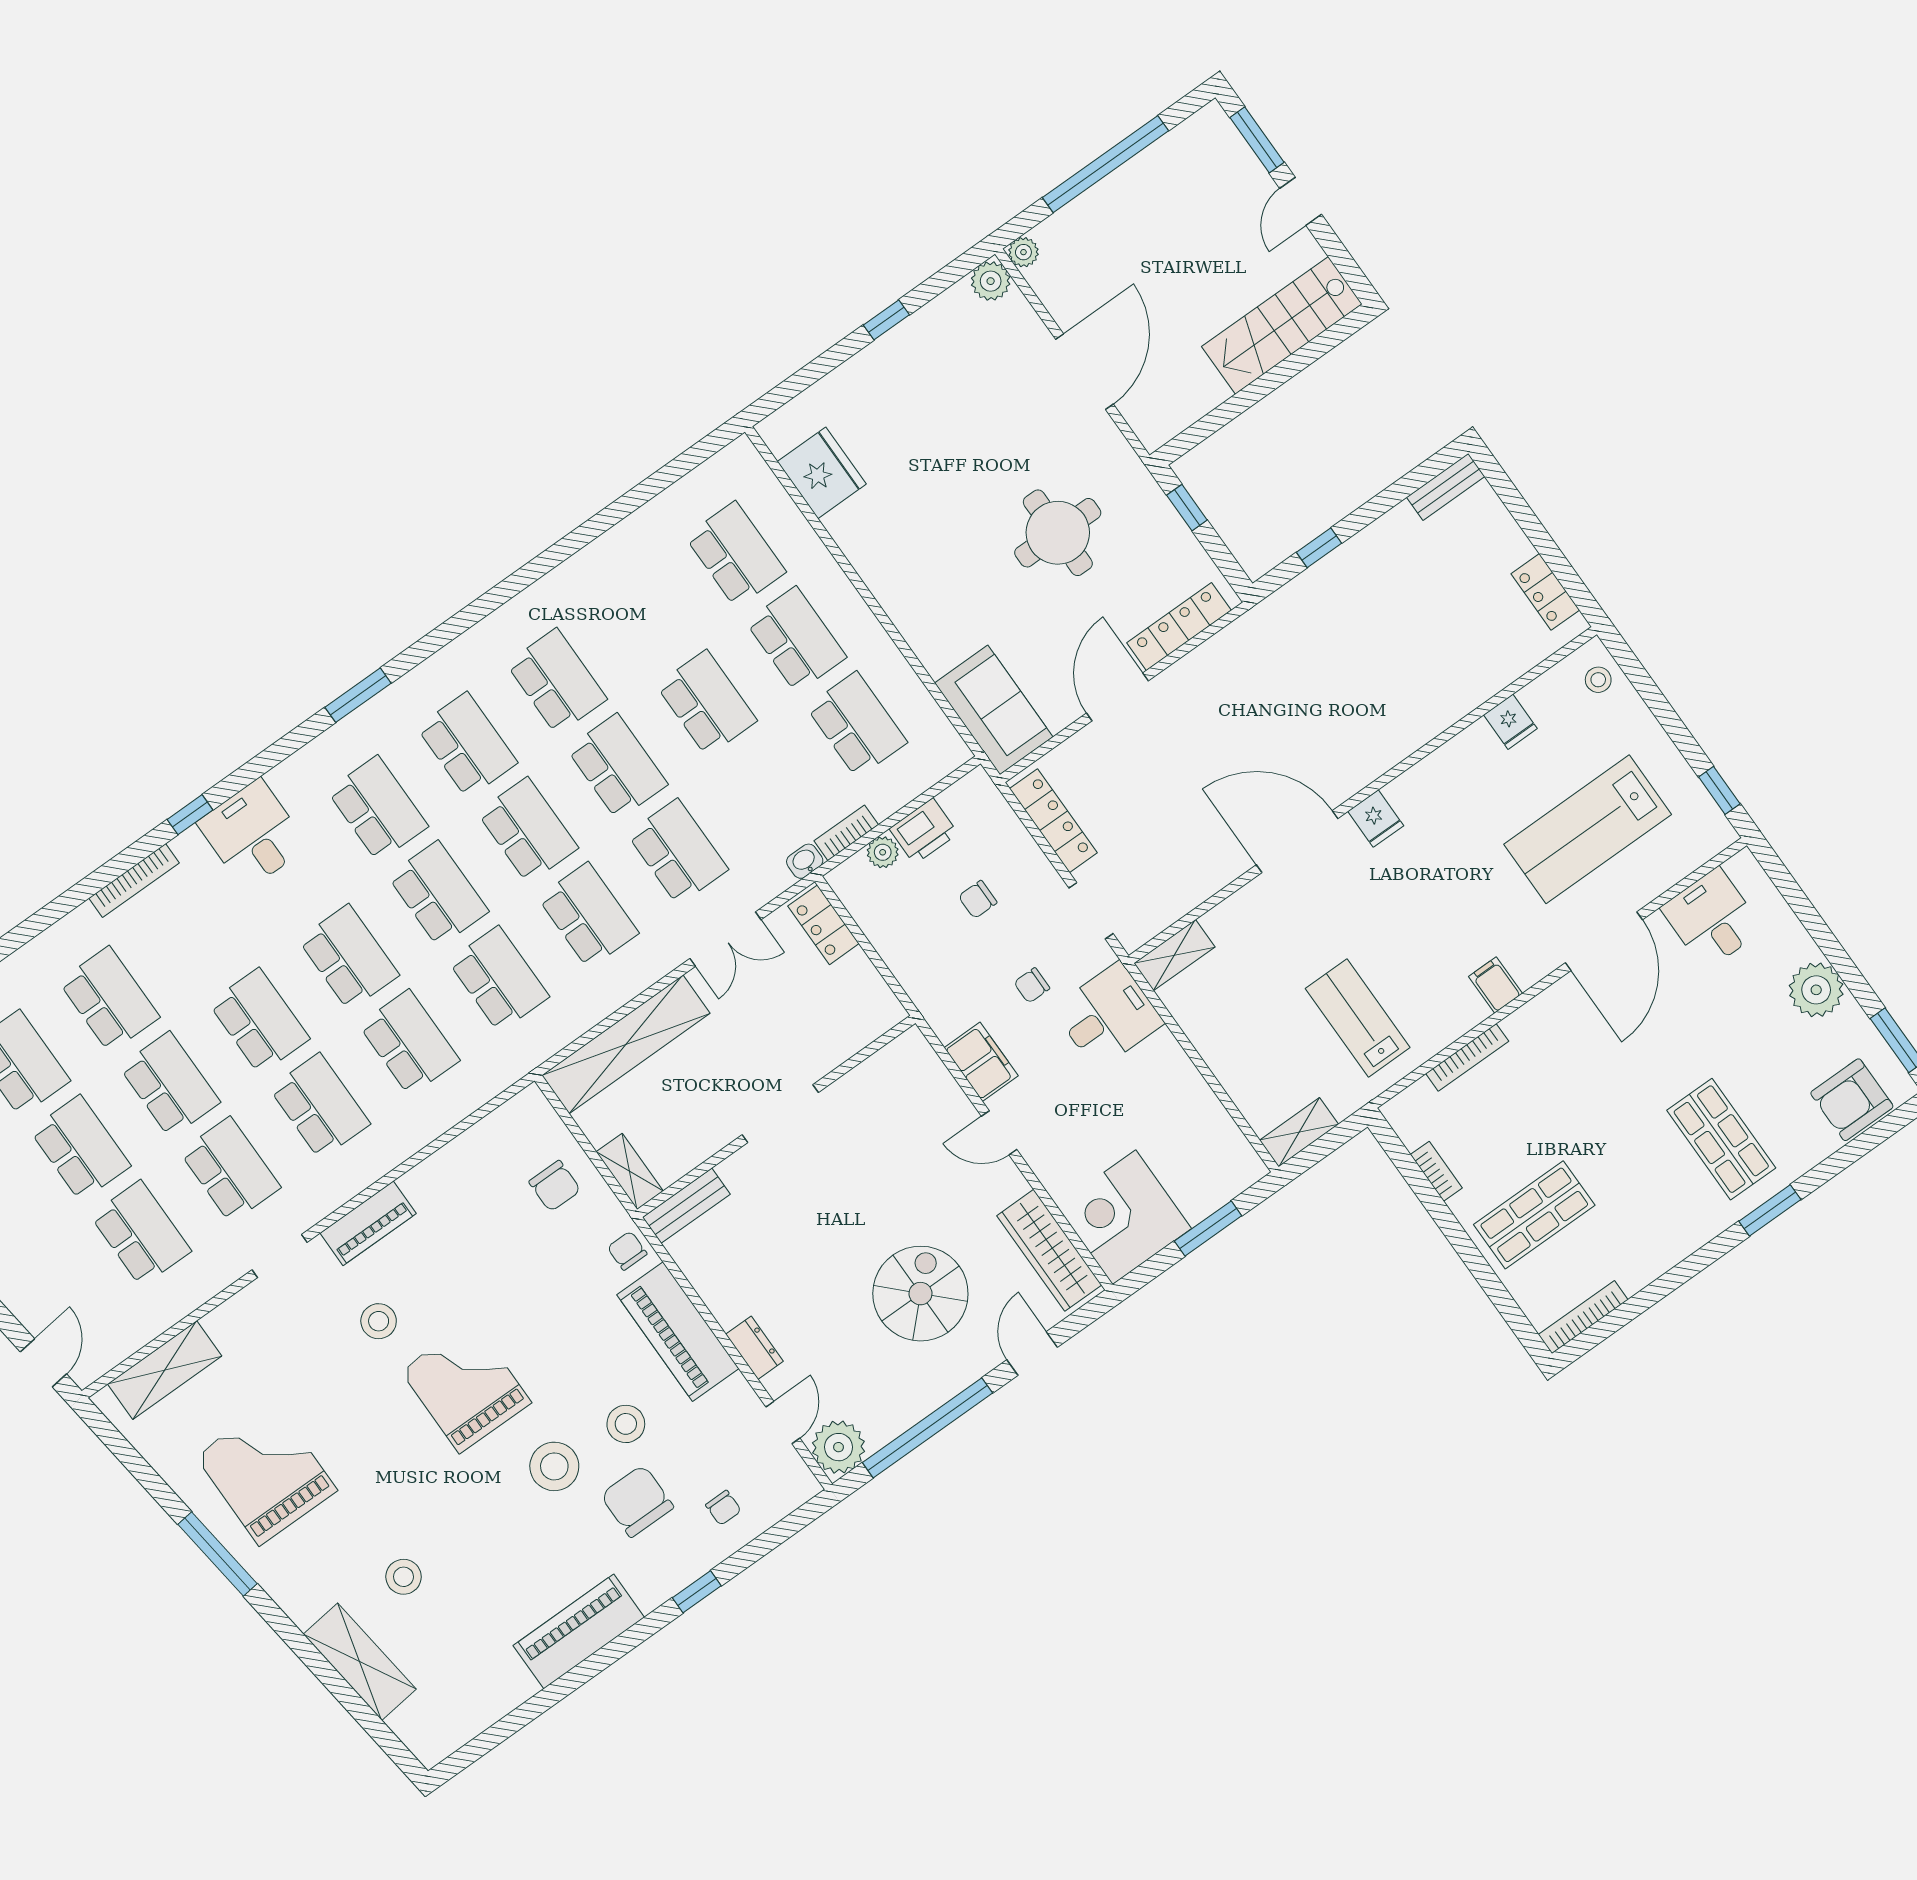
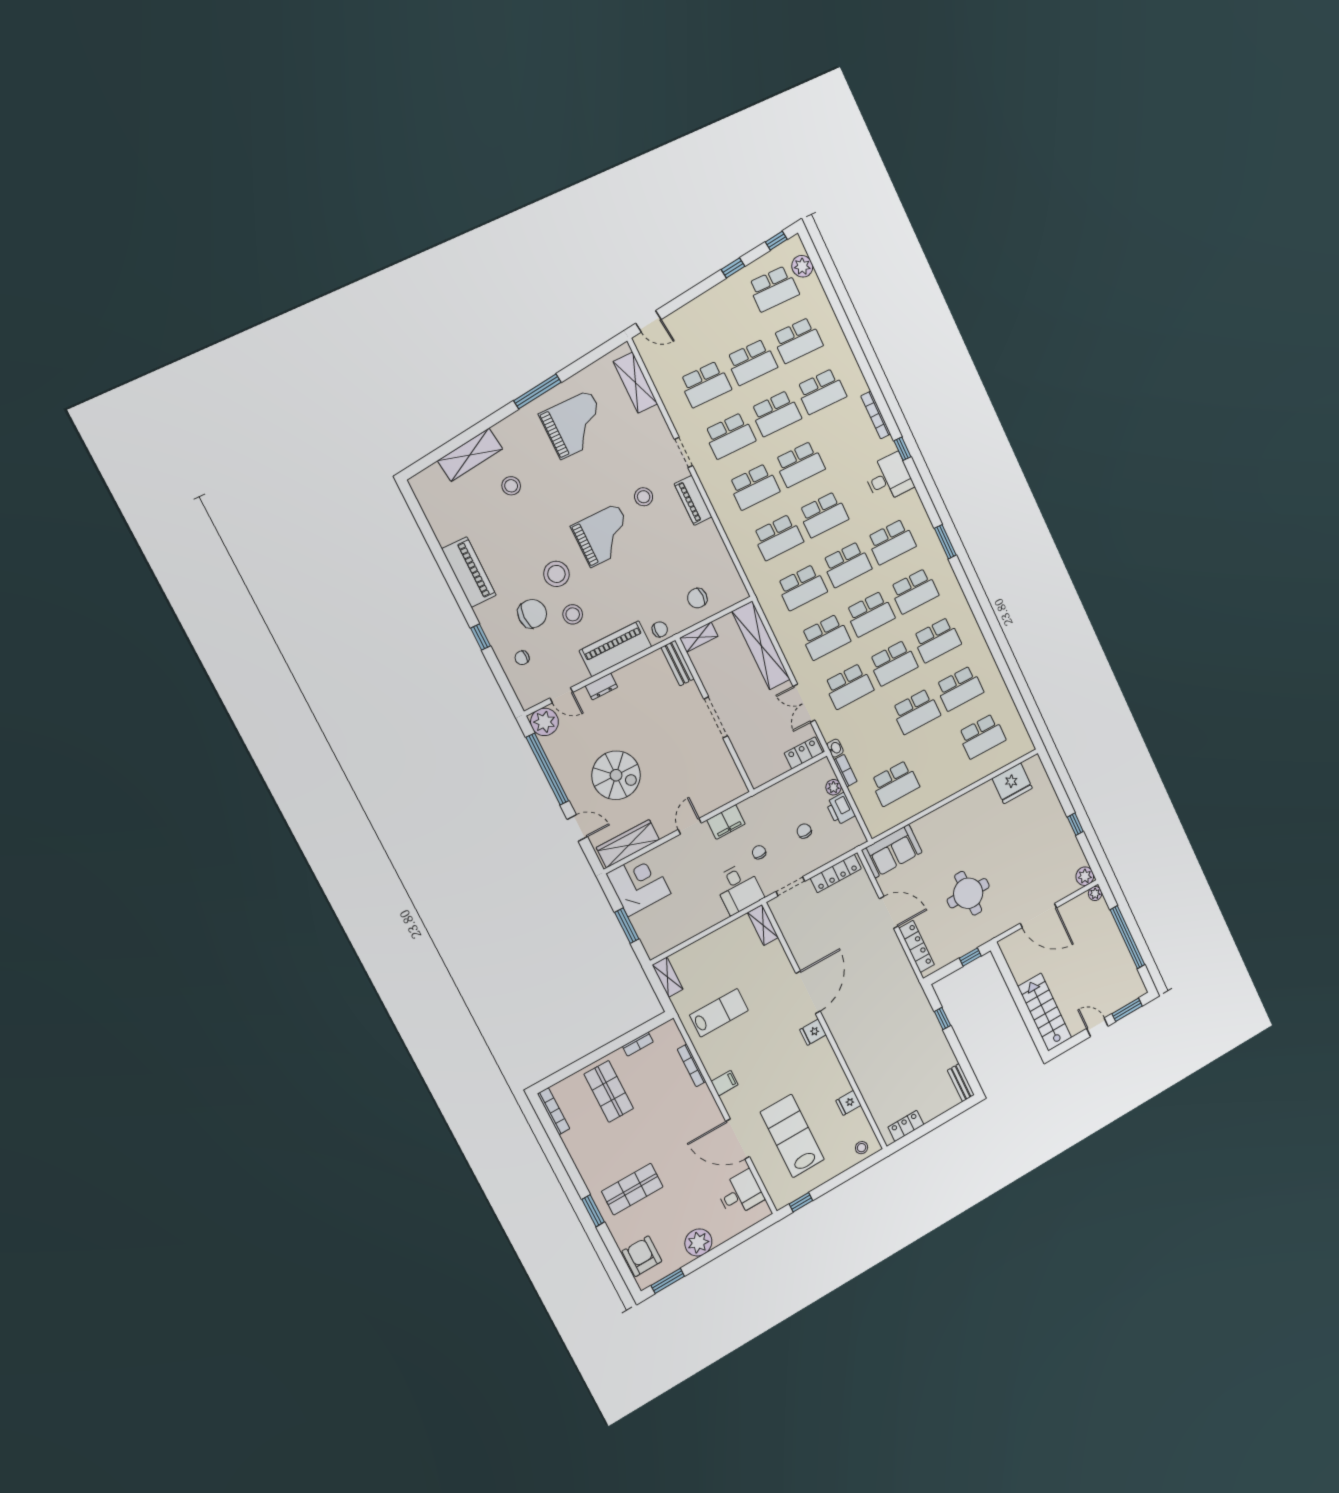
school desk: (796, 639) -> (960, 688), moved

